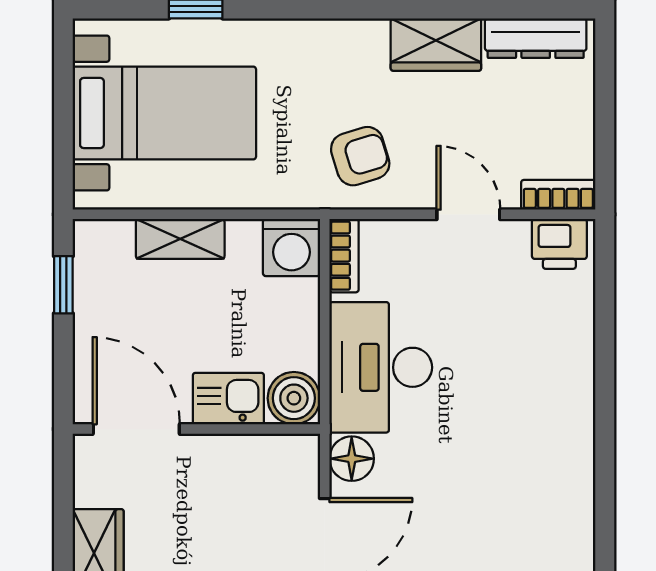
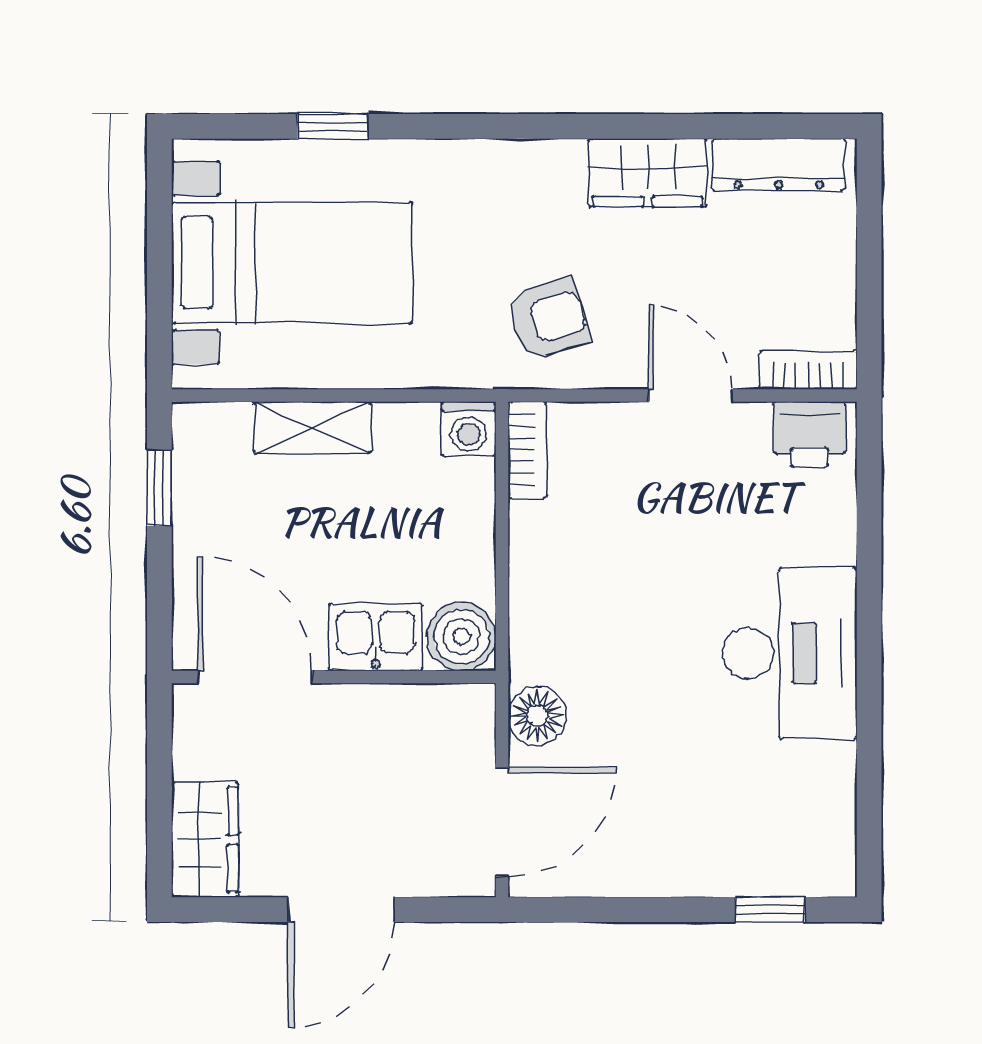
washing machine: (292, 248) -> (469, 429), width x0.73, depth x0.73
desk: (381, 367) -> (790, 653), moved, turned 180

